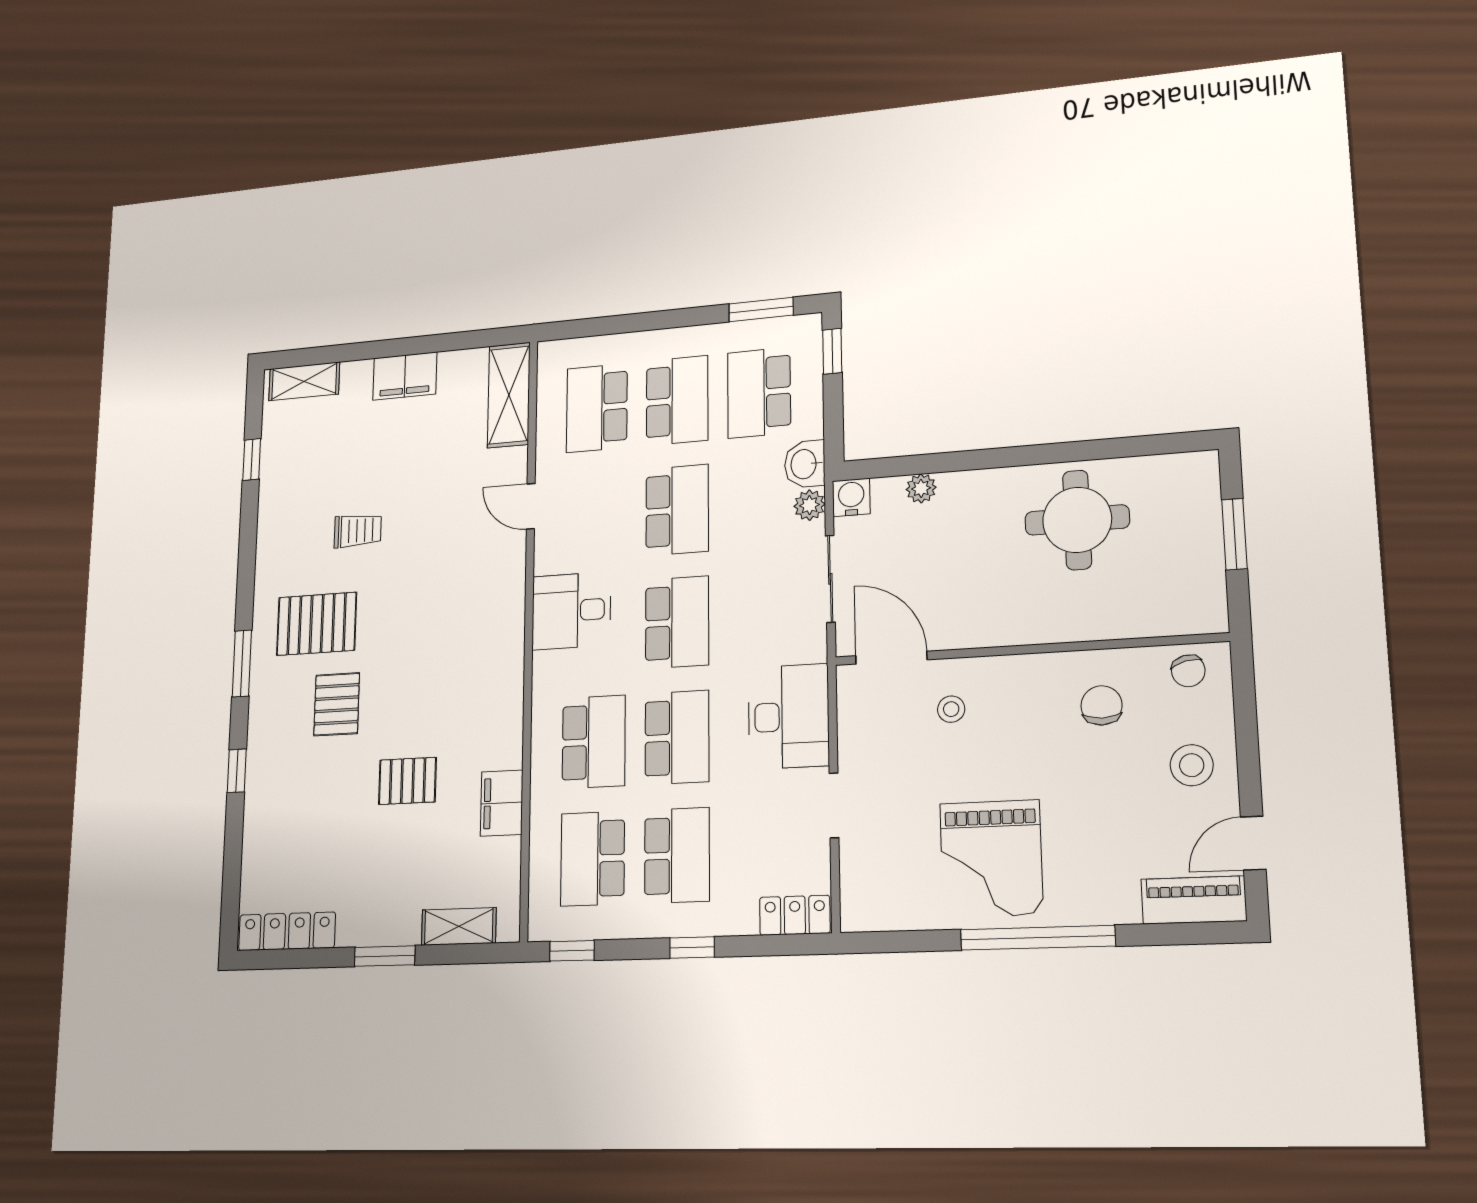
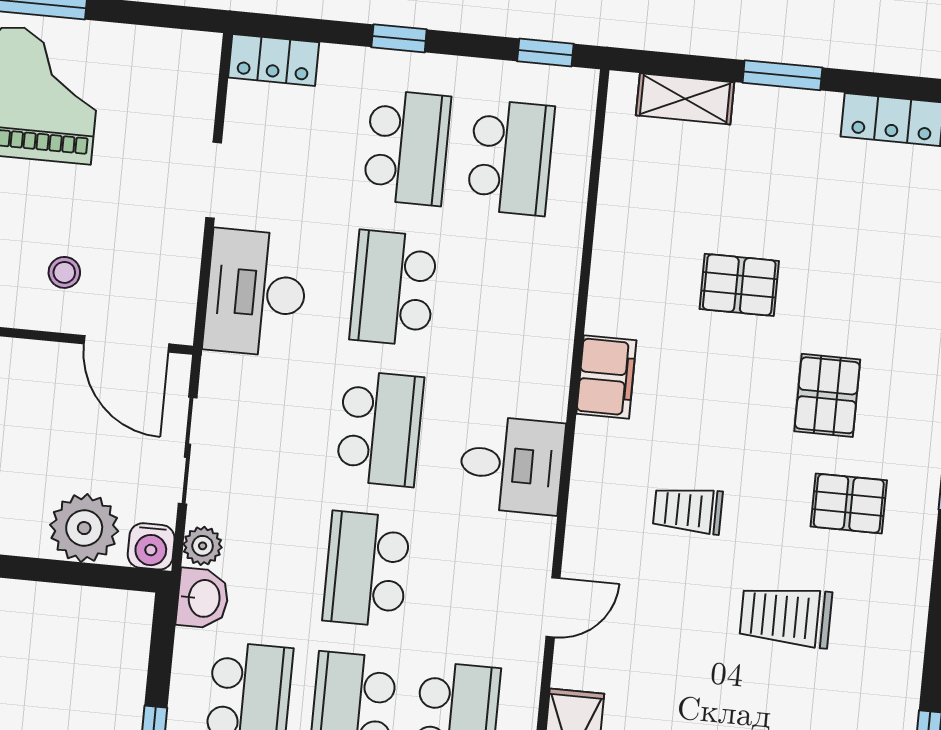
plant: (921, 488) -> (84, 528), width x1.87, depth x1.87
door: (531, 506) -> (553, 607), hinge flipped
trolley: (358, 531) -> (786, 616), width x1.36, depth x1.39
trolley: (435, 598) -> (688, 510), added
school desk: (677, 622) -> (380, 429), turned 180
pallet: (317, 624) -> (849, 503), width x0.67, depth x0.71
school desk: (594, 742) -> (497, 298), removed
filing cabinet: (502, 803) -> (606, 377), moved
school desk: (677, 855) -> (407, 148), turned 180

